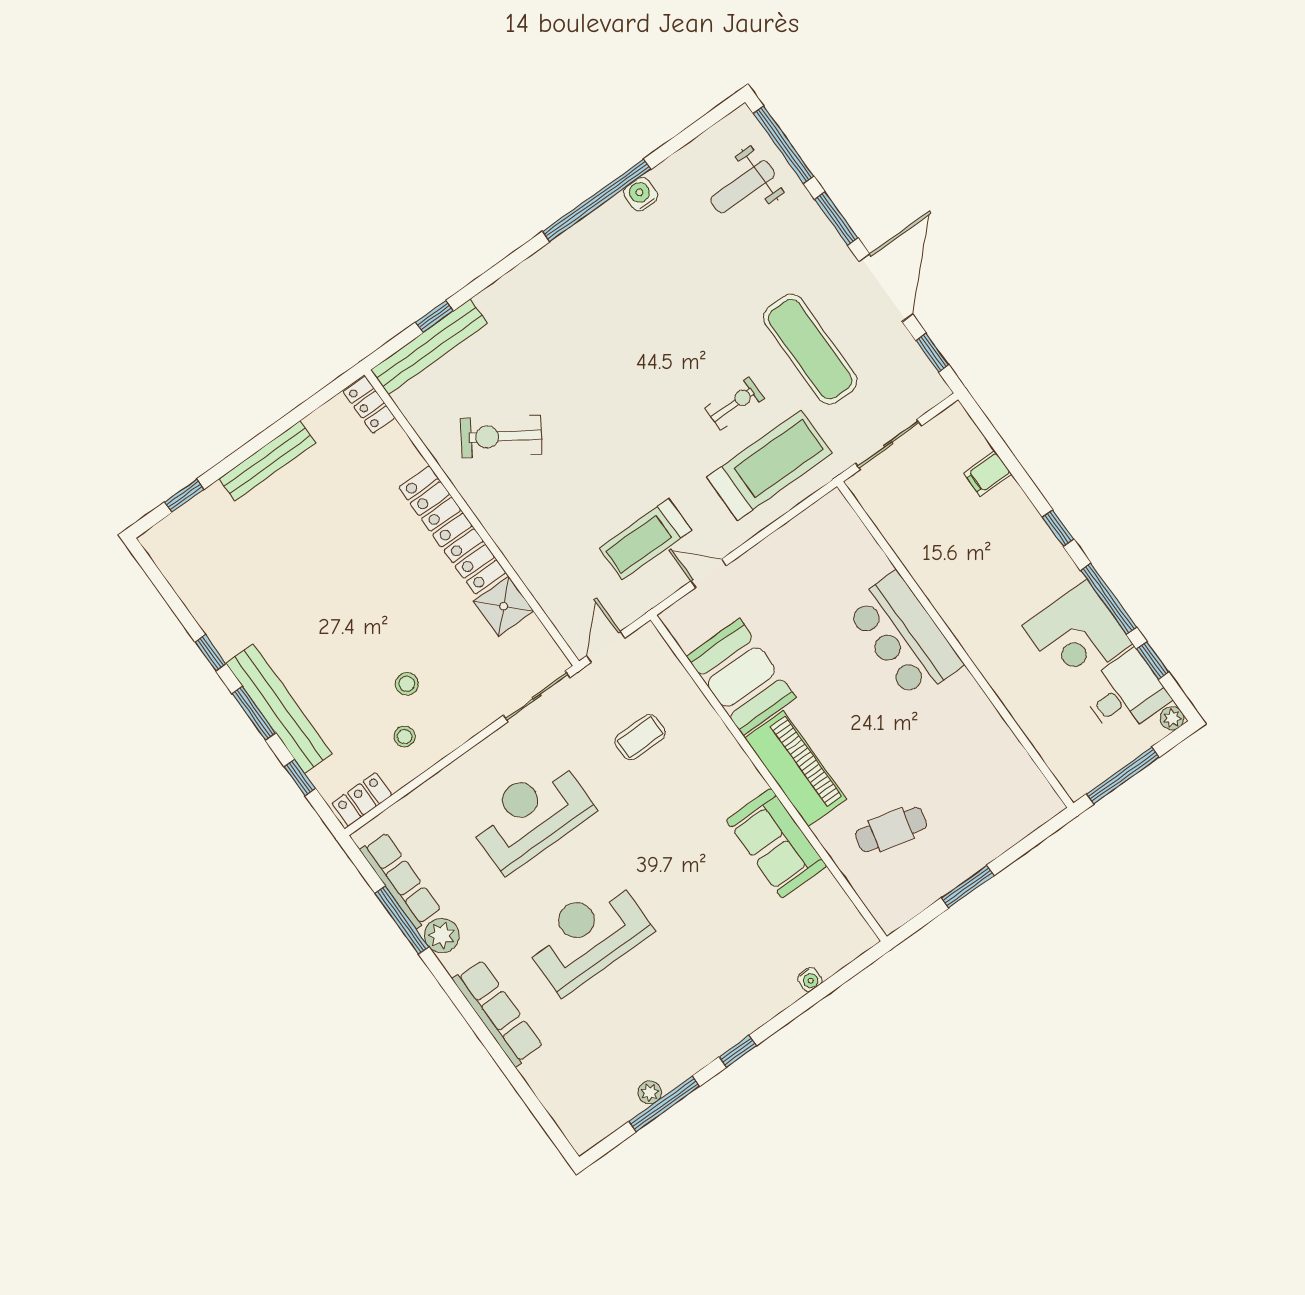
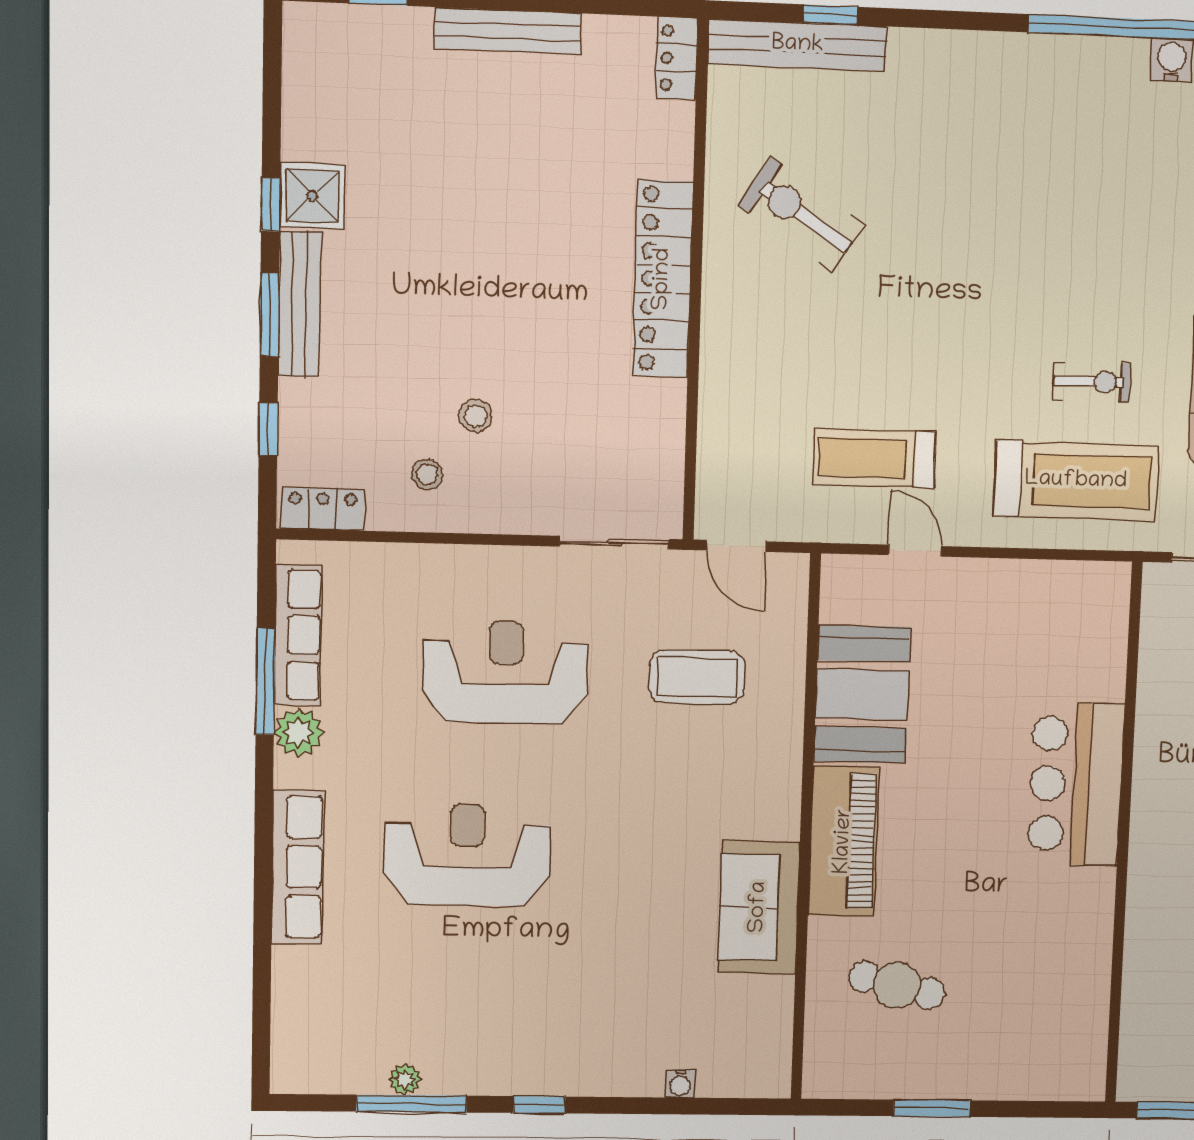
shower: (504, 606) -> (312, 196), moved
door: (606, 647) -> (736, 546), swing flipped
bench: (279, 708) -> (299, 304), width x0.73, depth x0.82
coffee table: (640, 737) -> (697, 677), width x1.36, depth x1.30

